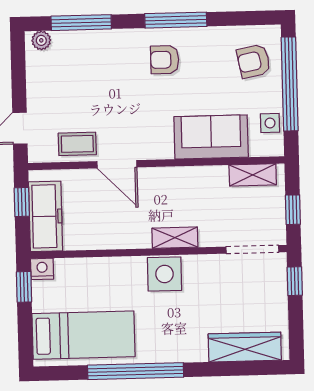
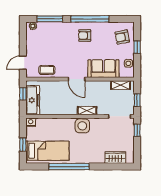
window: (176, 20) -> (90, 19), width x1.46
window: (290, 84) -> (137, 47), width x0.32
door: (117, 164) -> (77, 79), moved
window: (24, 287) -> (23, 144), moved
wardrobe: (245, 347) -> (115, 158), width x0.67

